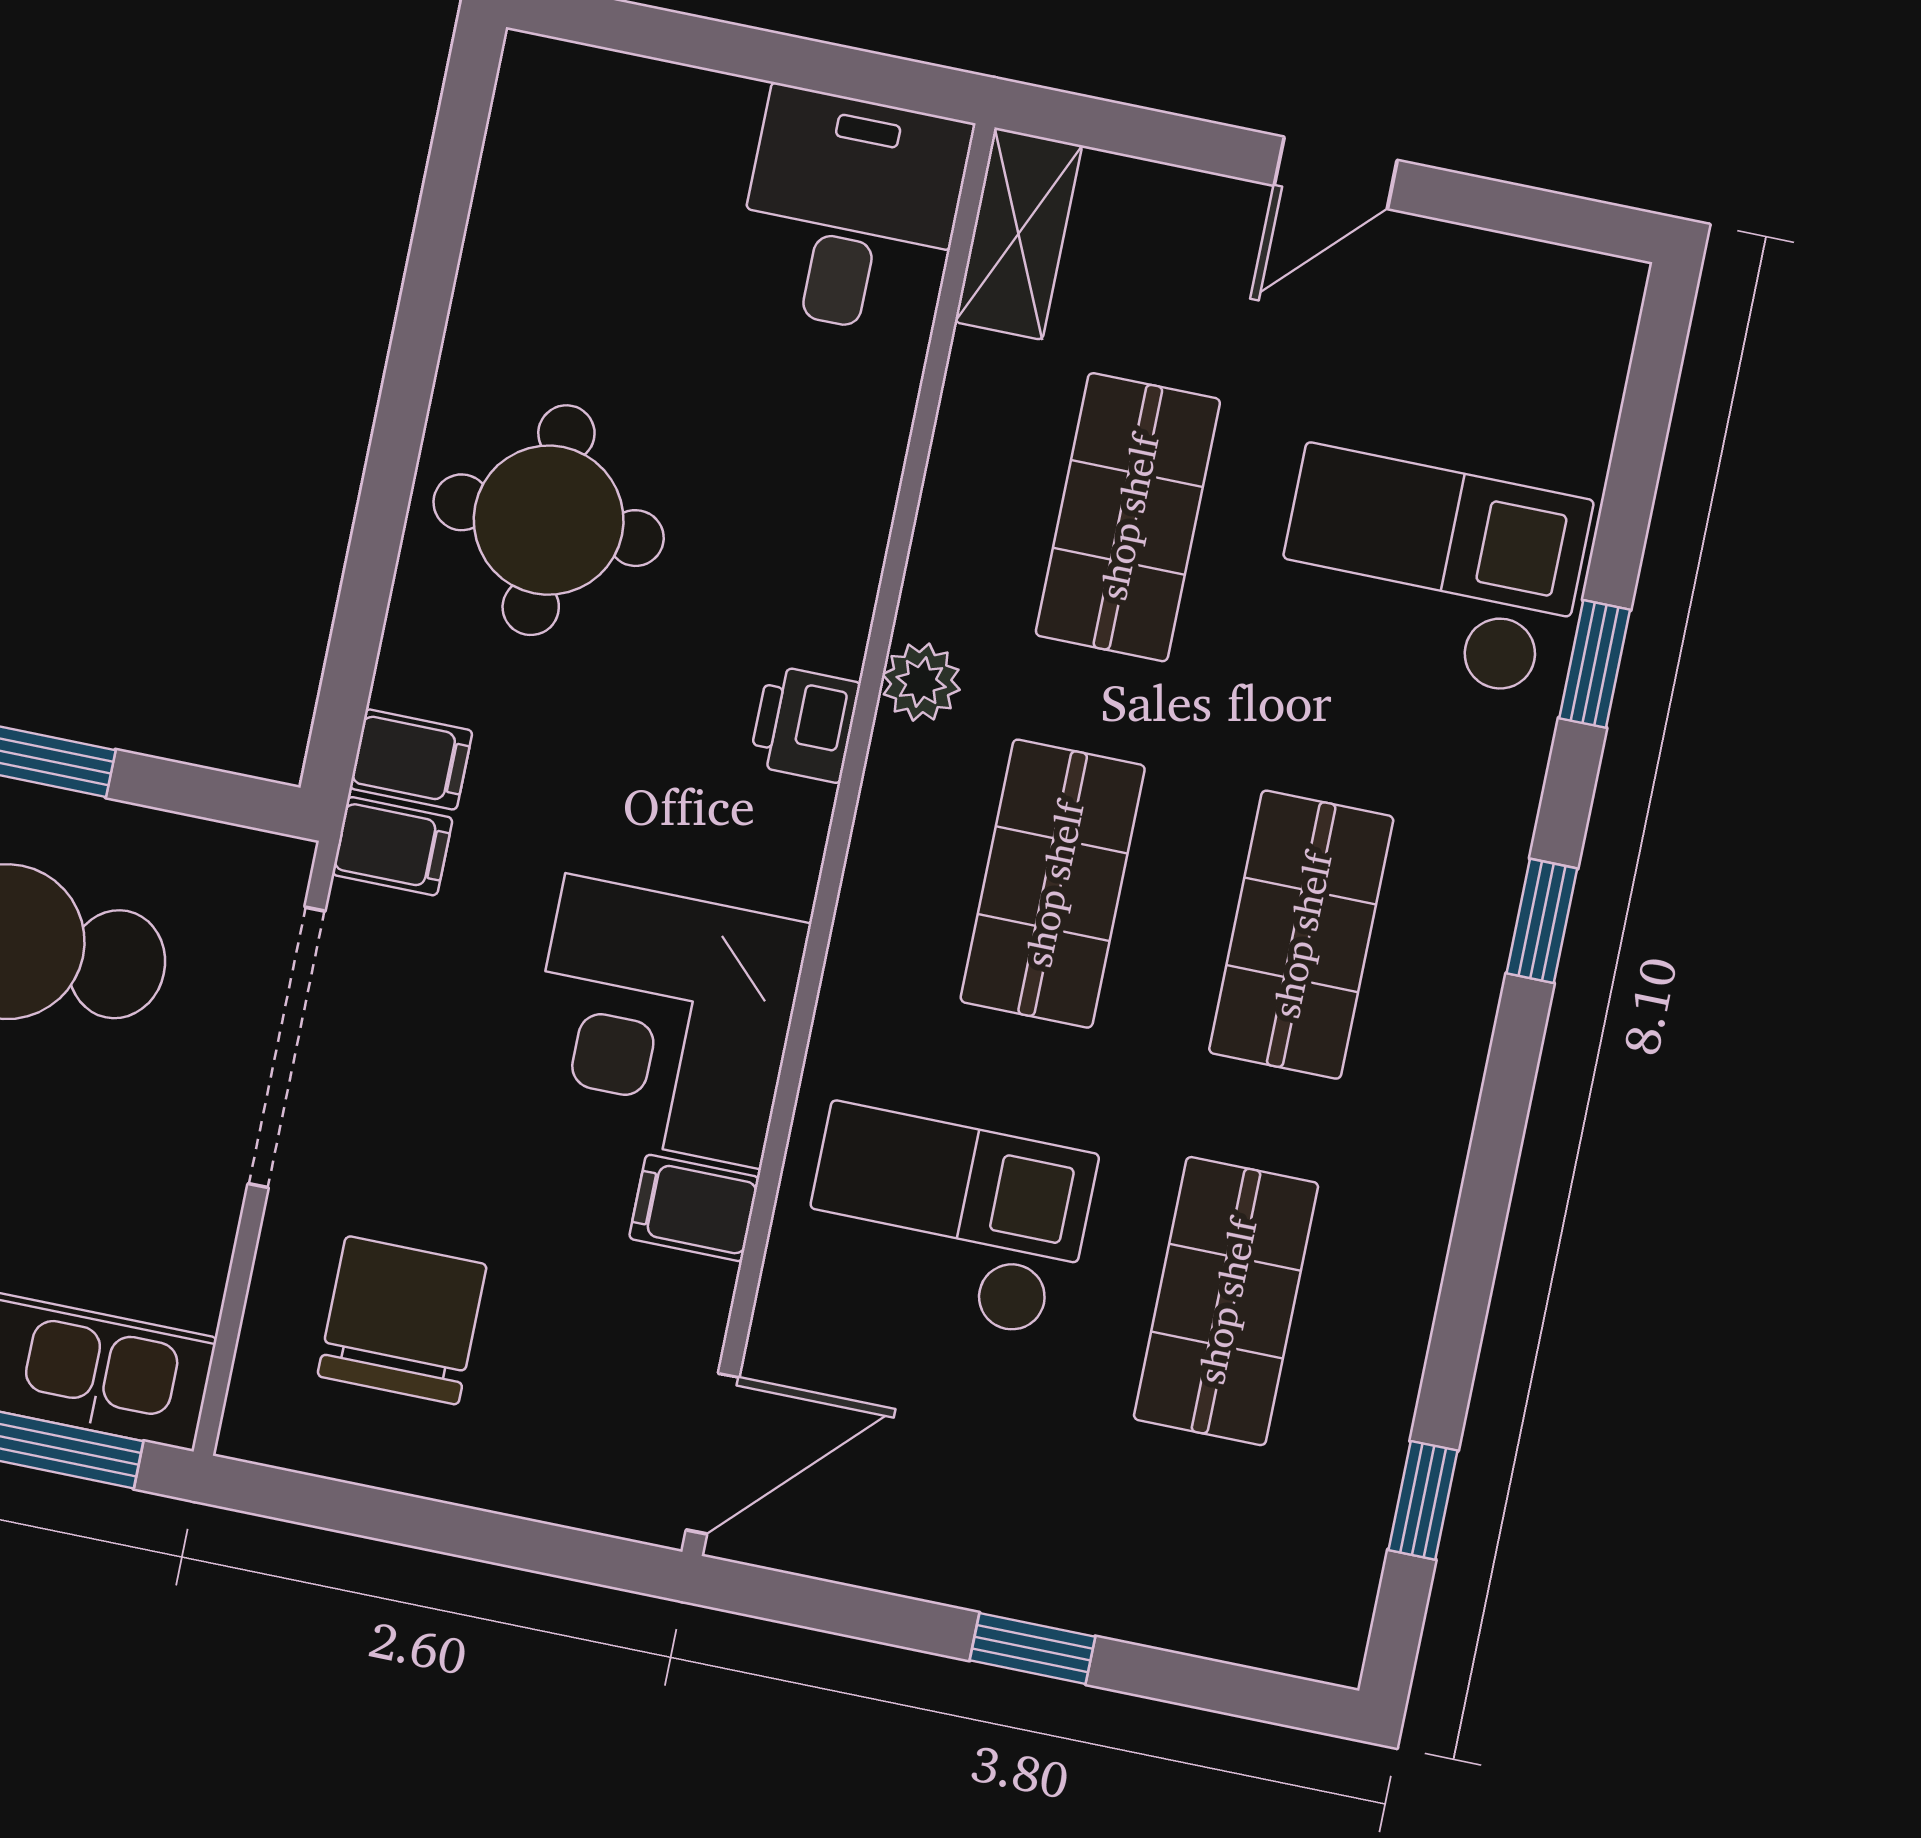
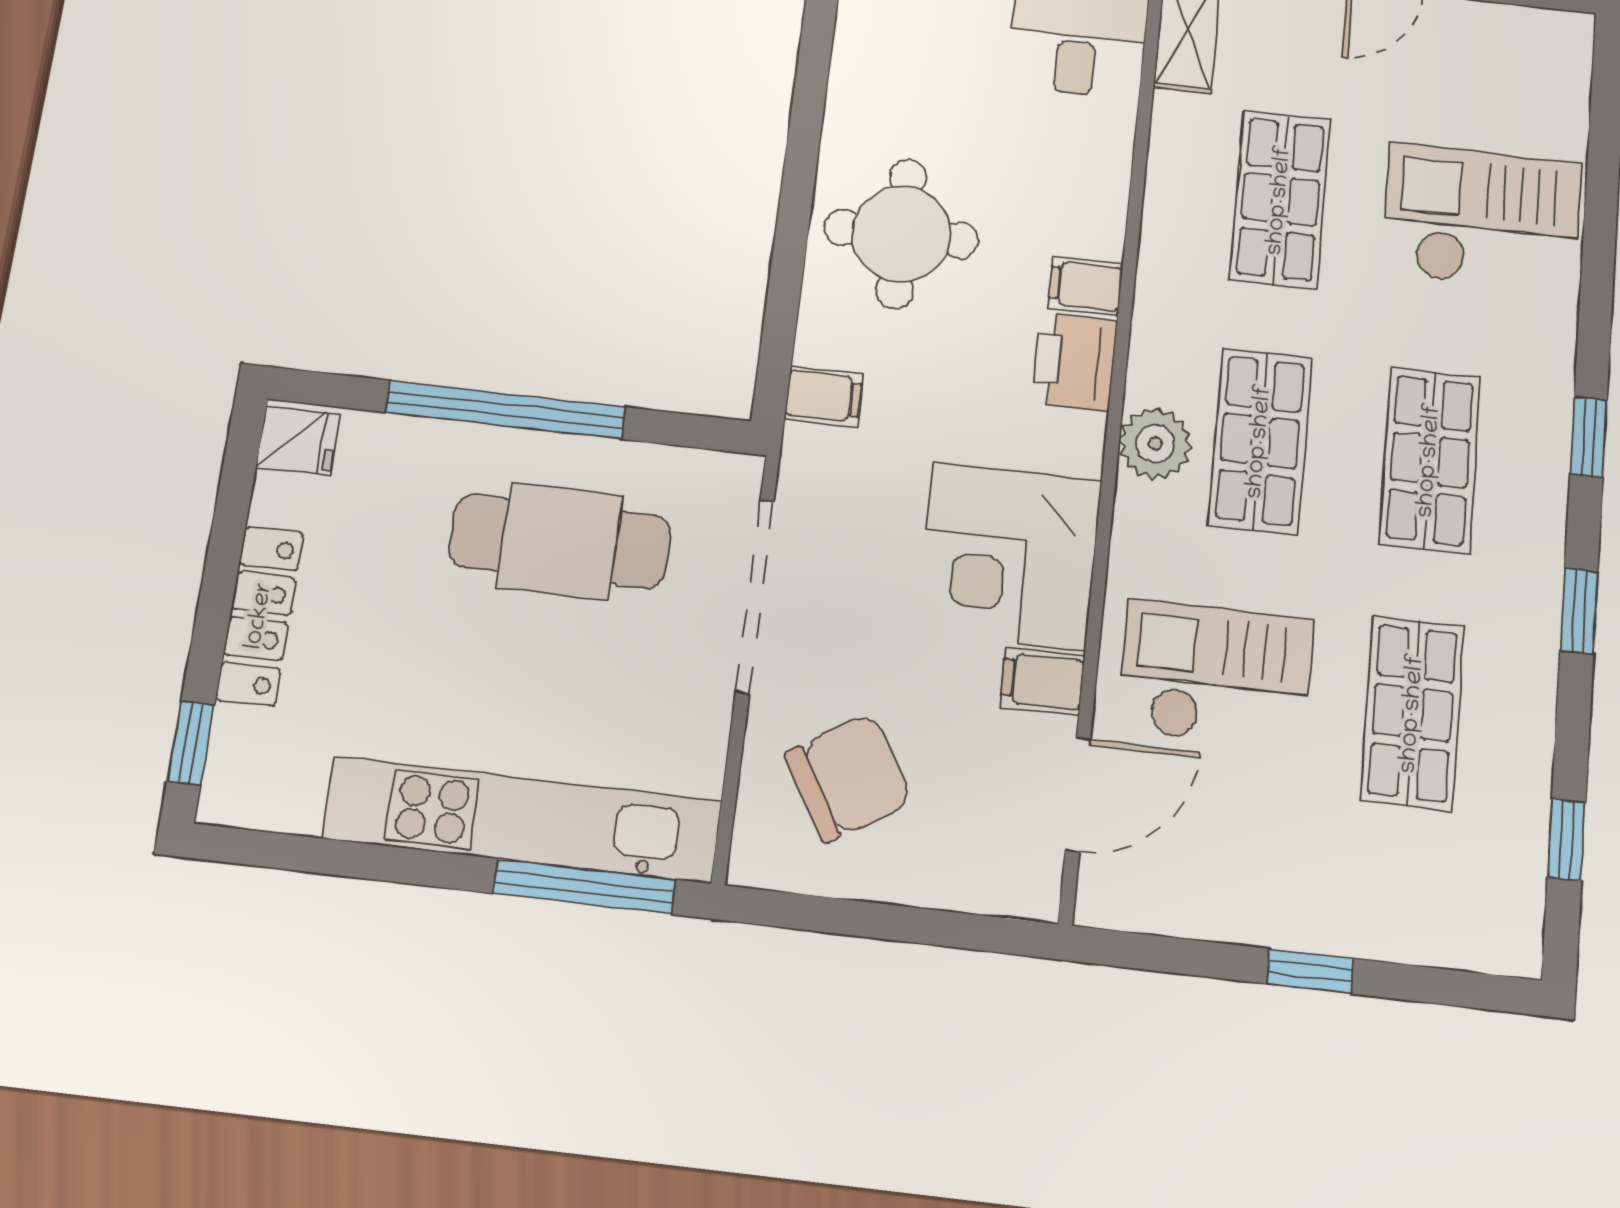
window: (1595, 664) -> (1579, 611), moved
plant: (921, 682) -> (1155, 444), moved, width x1.38, depth x1.38
printer: (805, 724) -> (1075, 362), width x1.36, depth x1.24
filing cabinet: (392, 846) -> (1085, 286), moved, turned 180
chair: (402, 1320) -> (849, 778), turned 59
door: (713, 1454) -> (1078, 795), moved

